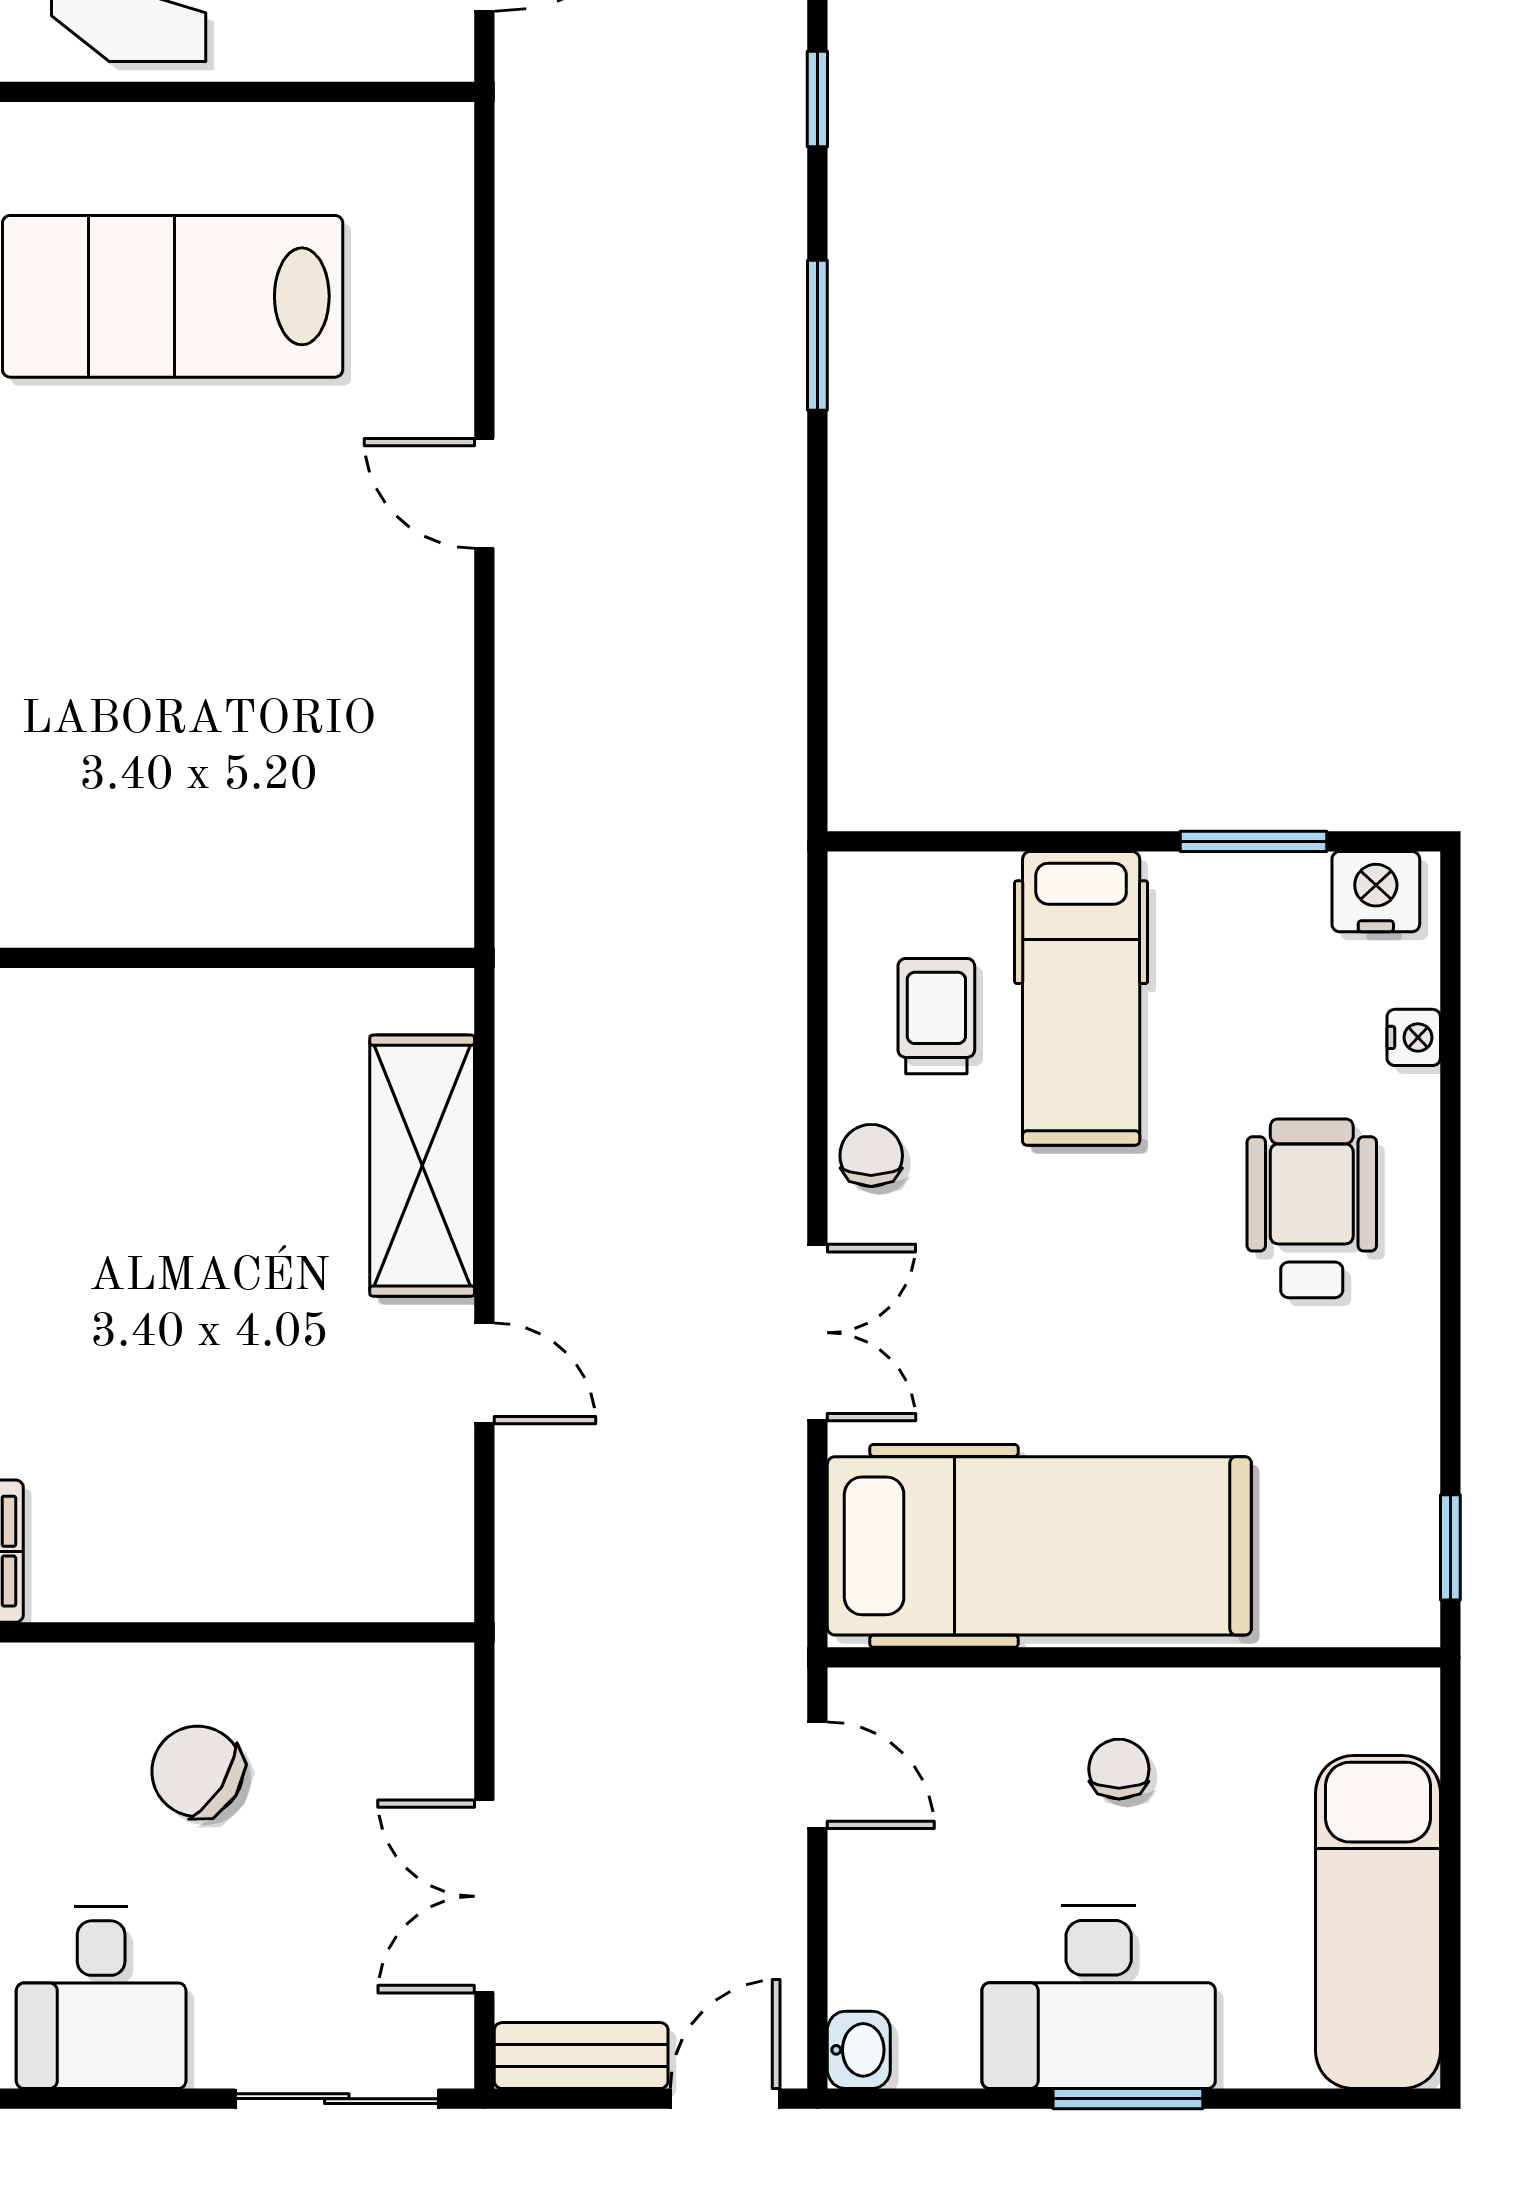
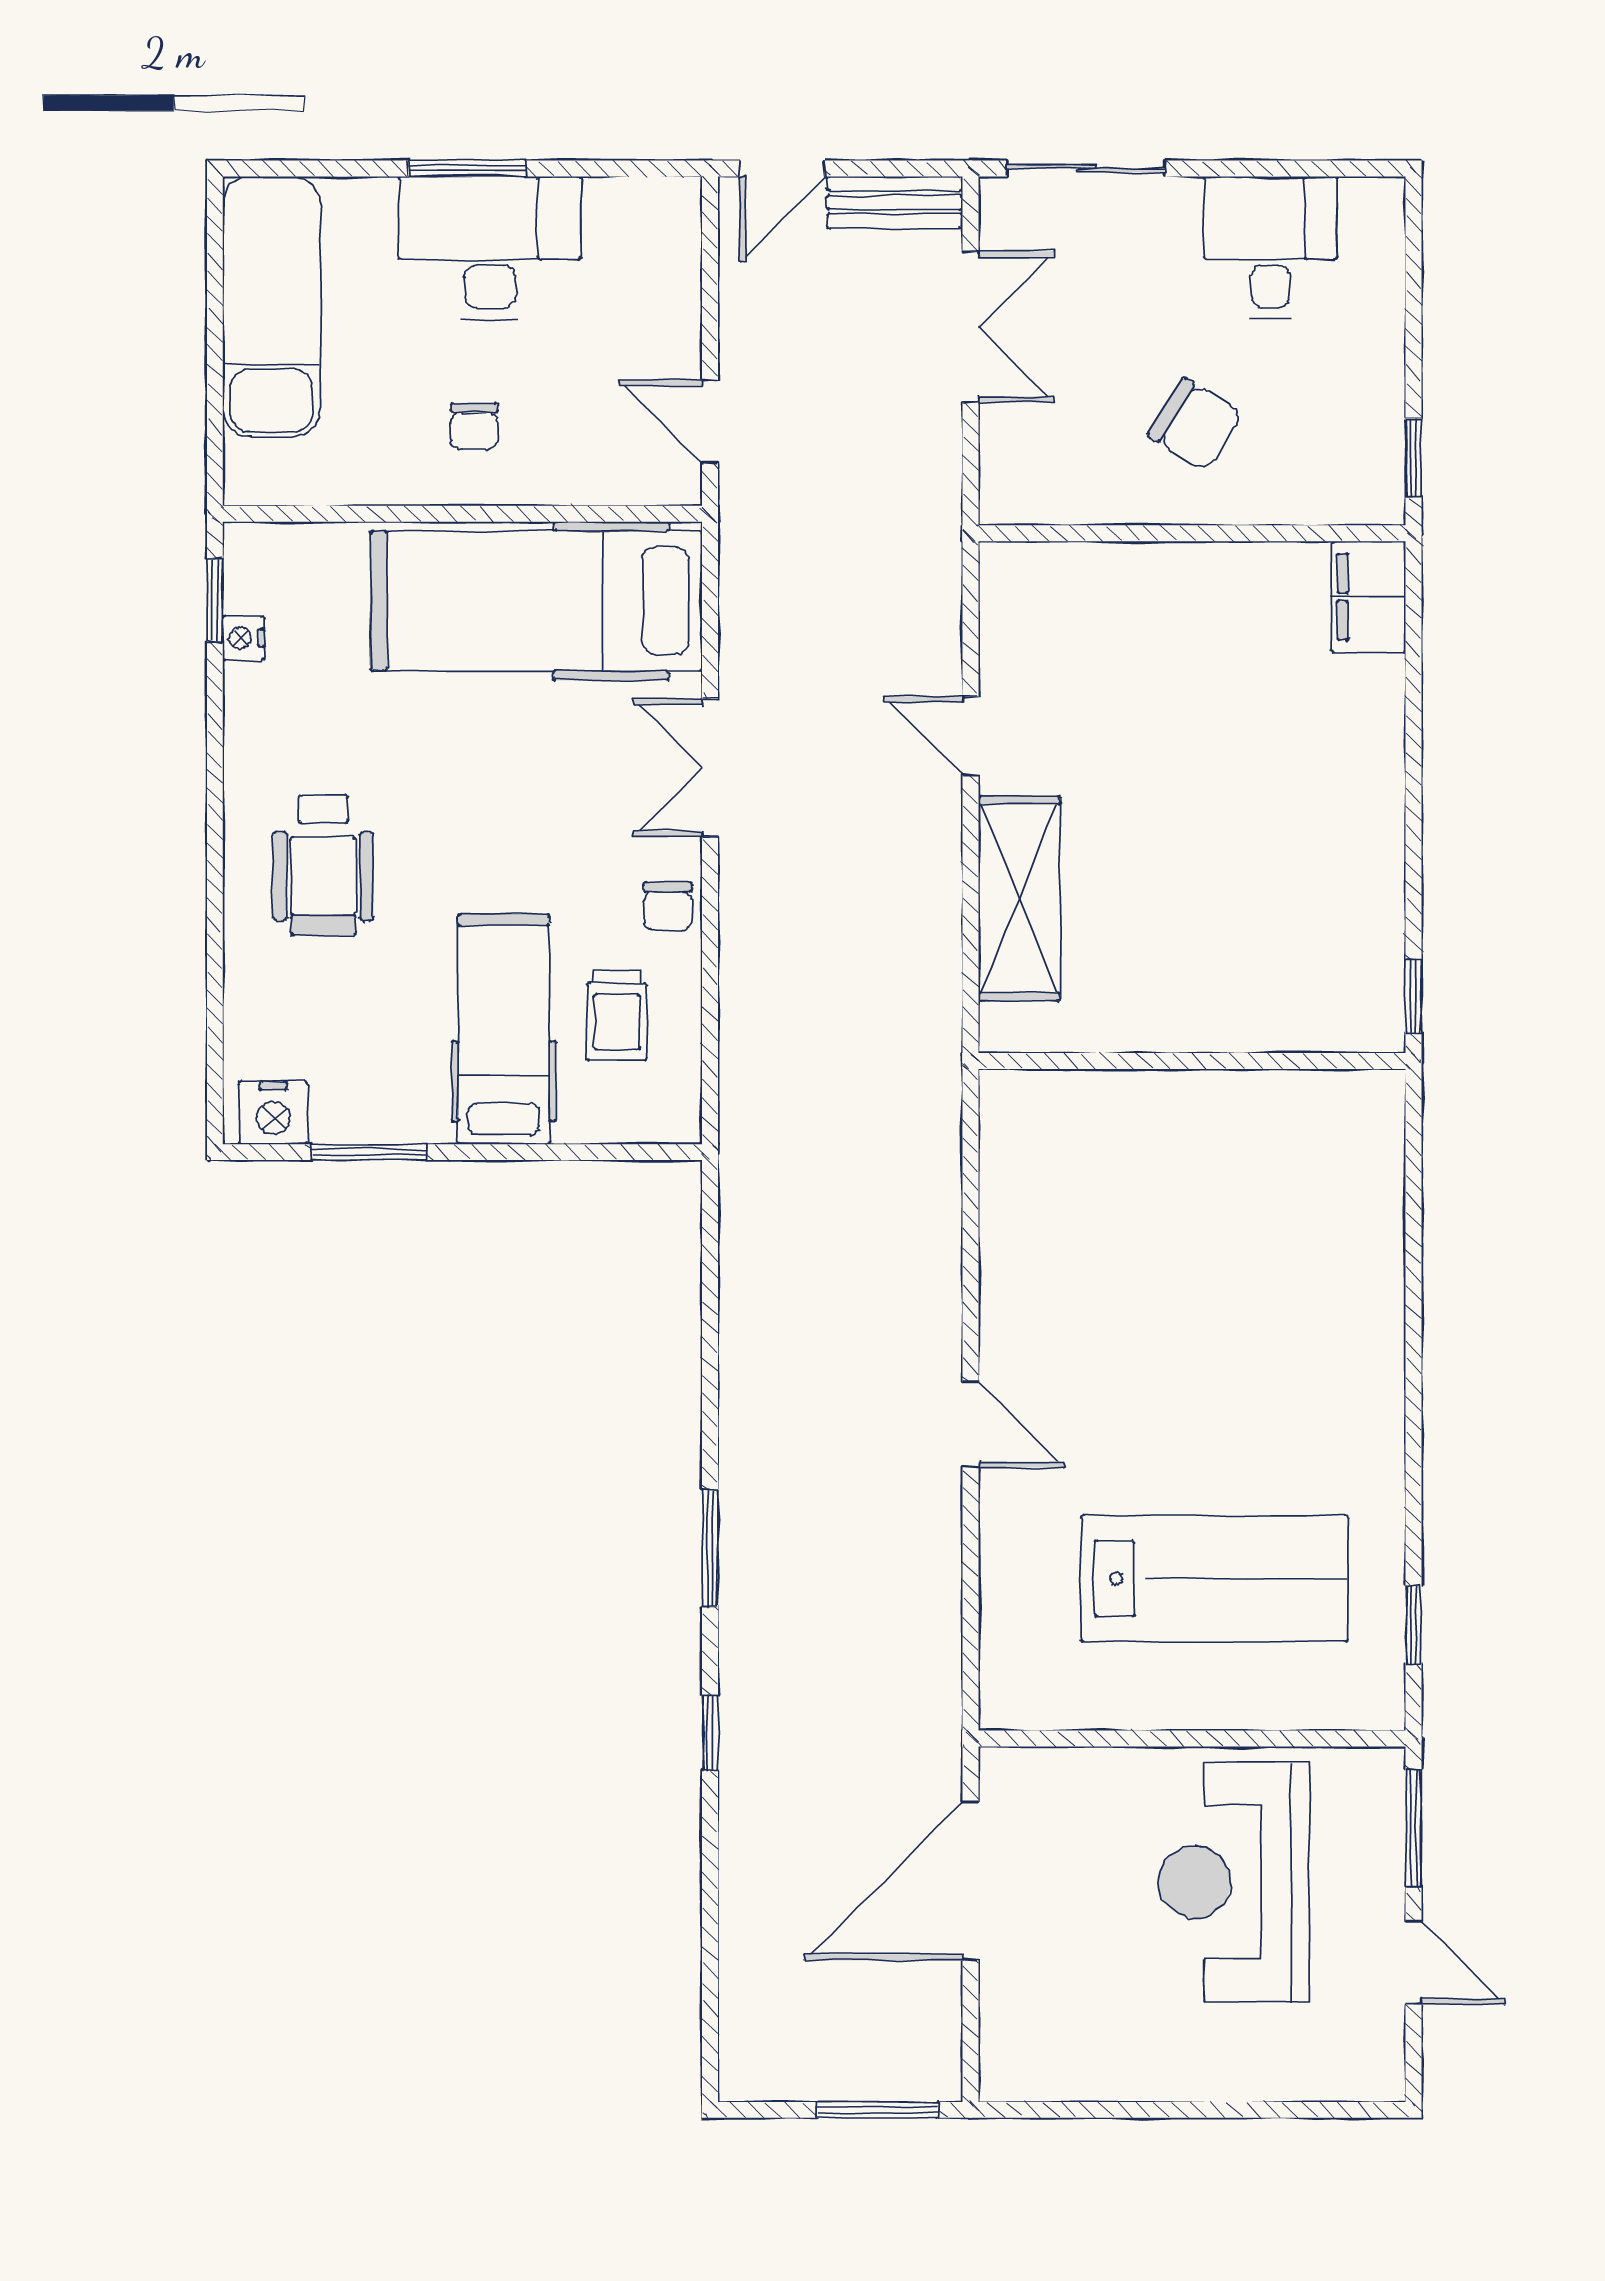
nightstand: (1414, 1037) -> (244, 638), moved
washbasin: (859, 2050) -> (678, 207), removed

